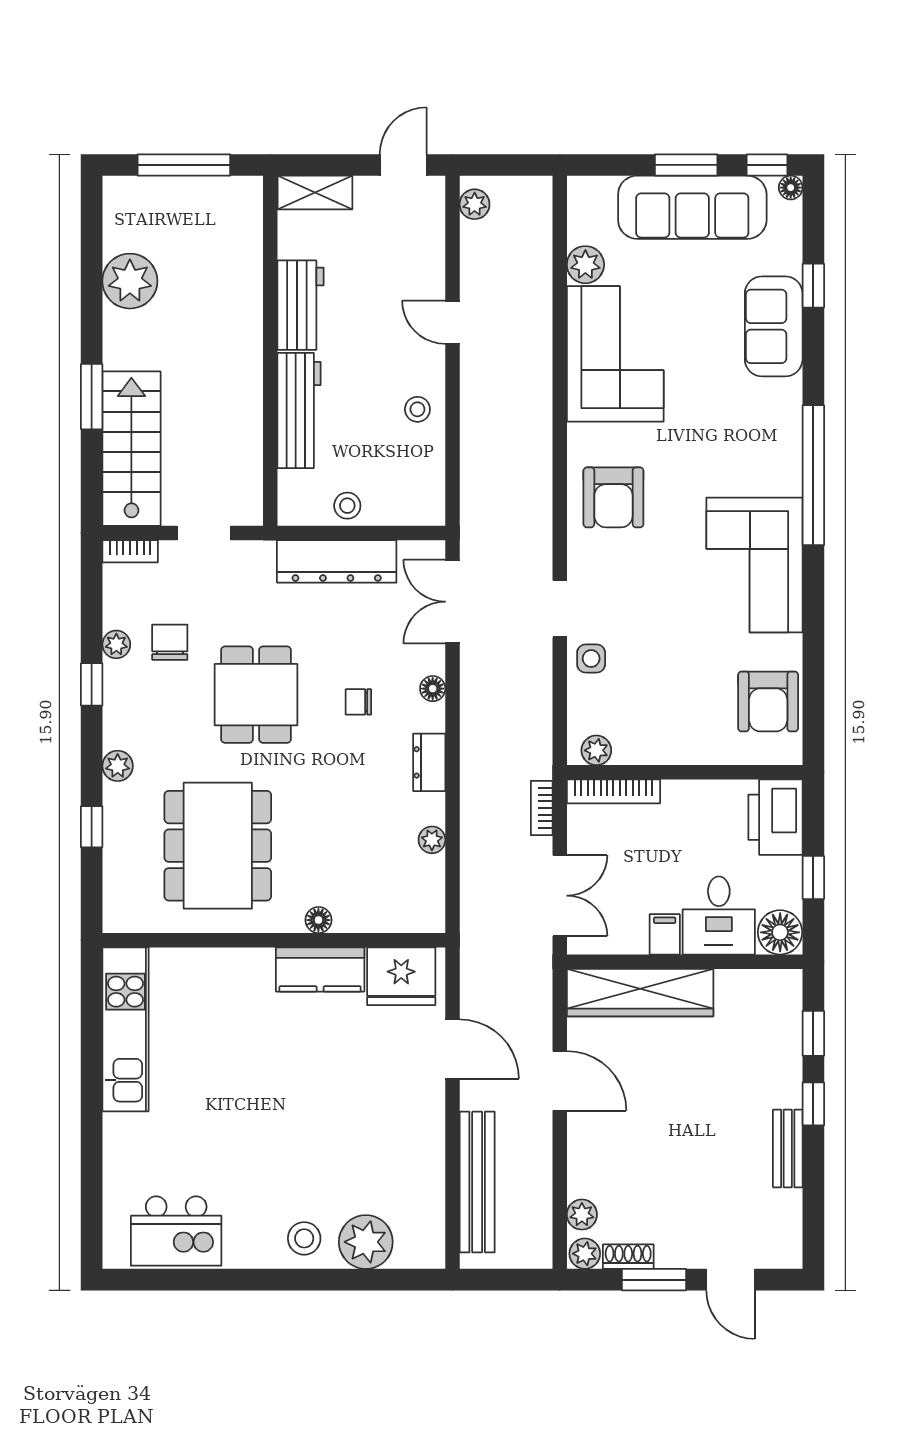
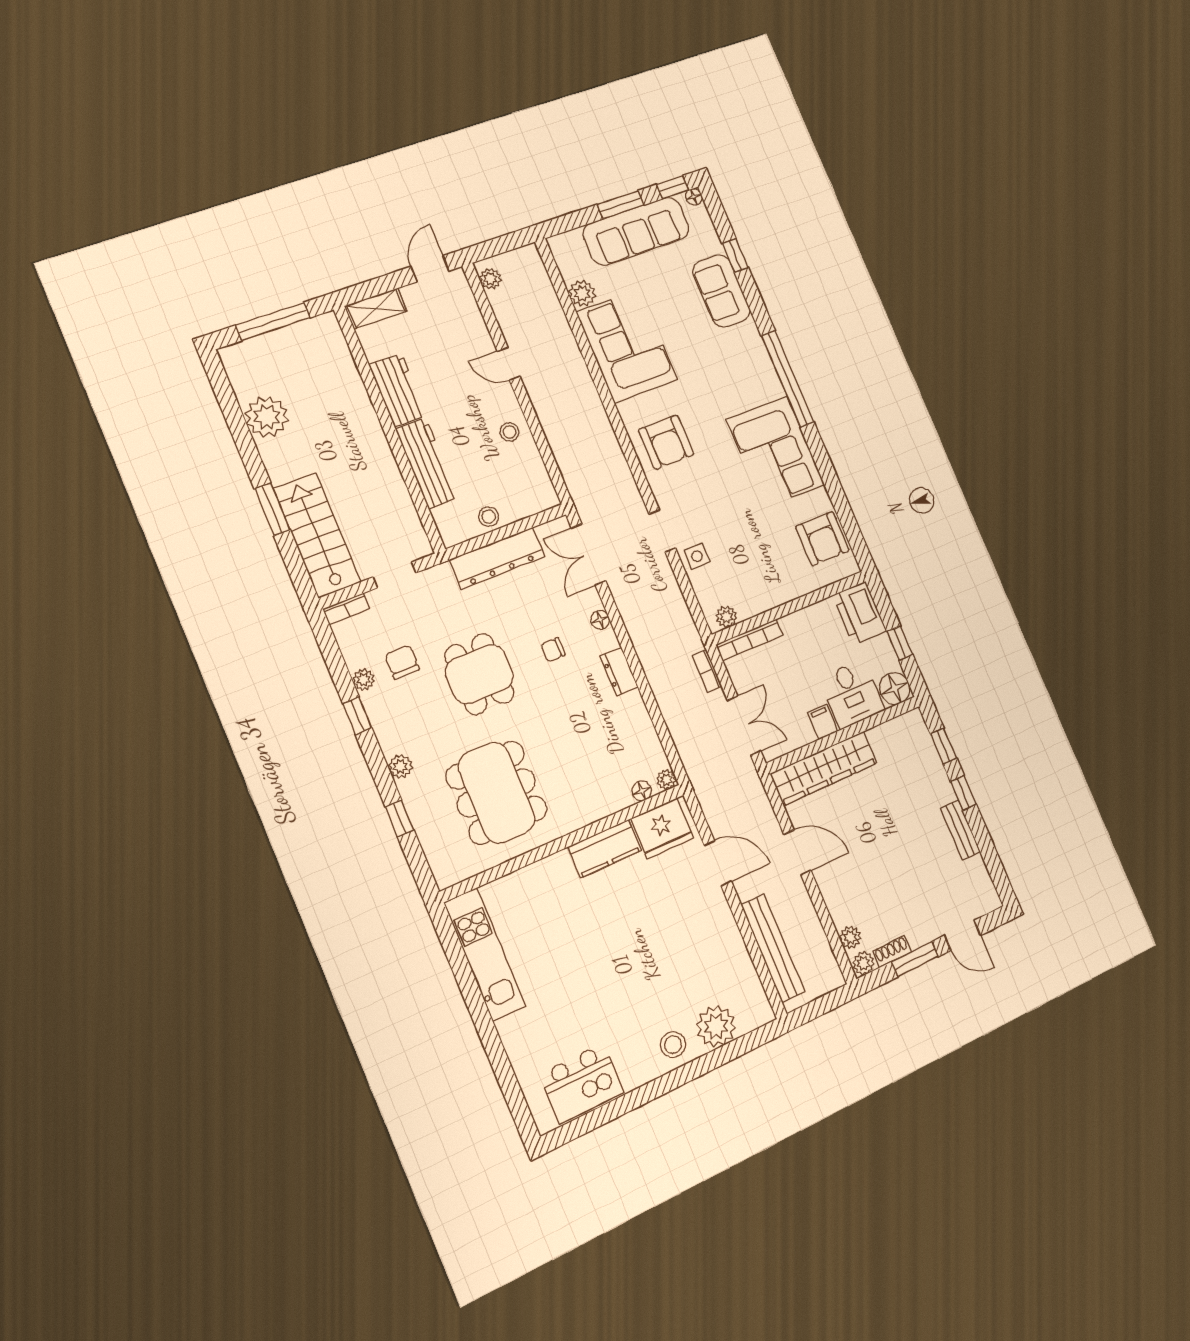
plant: (432, 840) -> (666, 780), moved
floor lamp: (318, 920) -> (642, 791), moved

